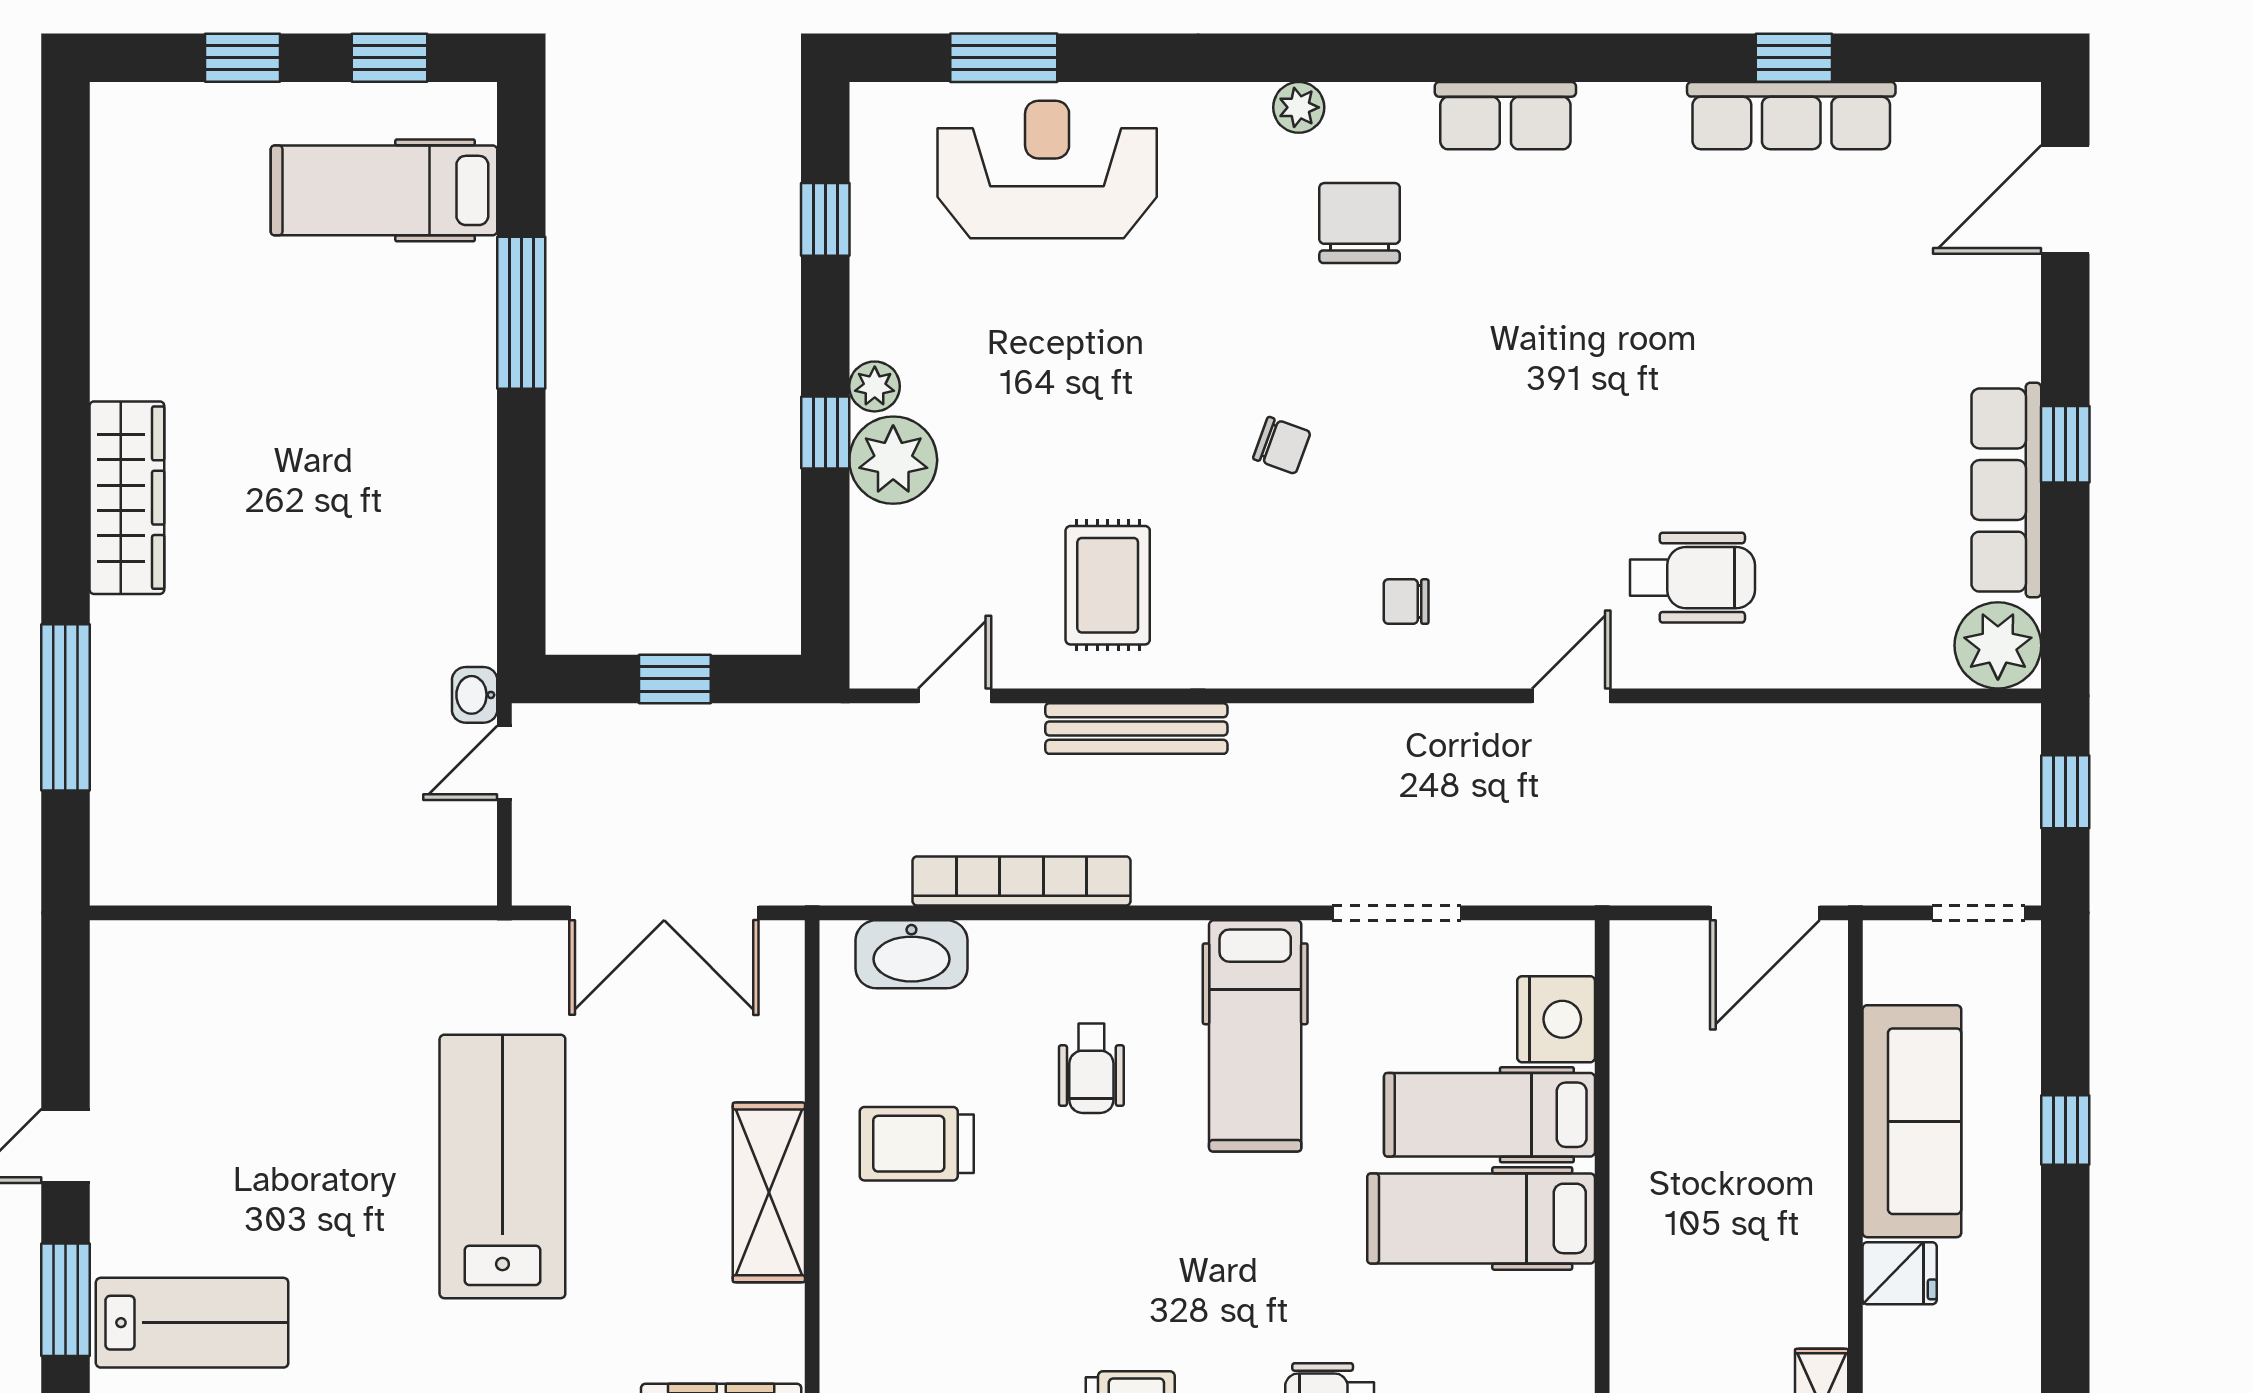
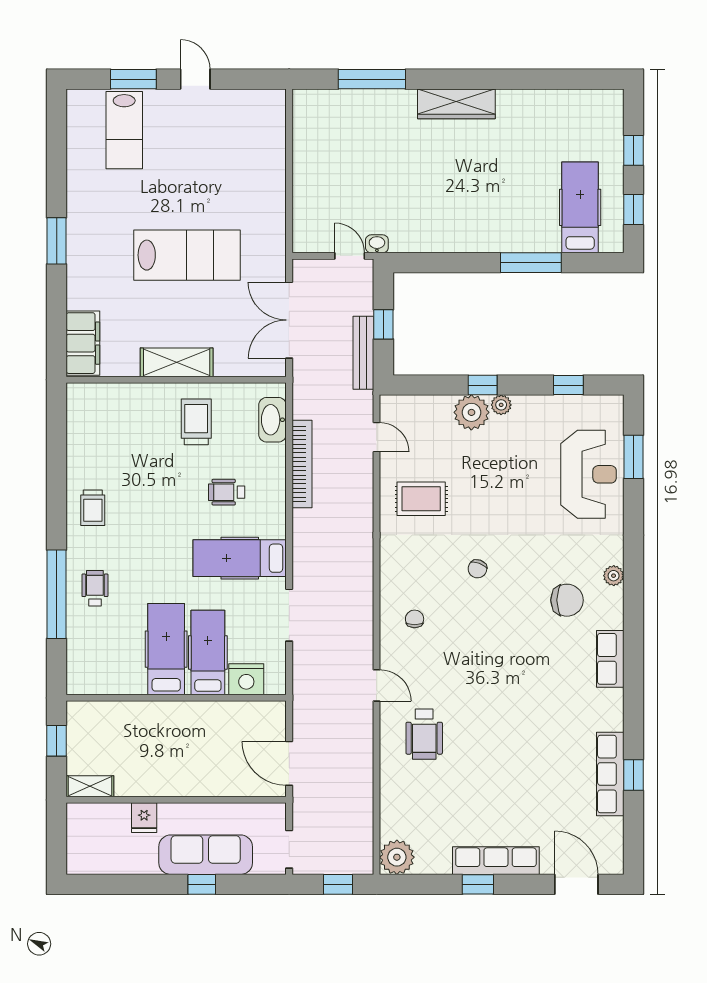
row of seats: (2006, 490) -> (496, 861), moved
bench: (1136, 729) -> (363, 353), moved
sofa: (1912, 1121) -> (206, 855), moved, turned 180

